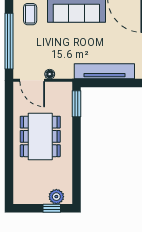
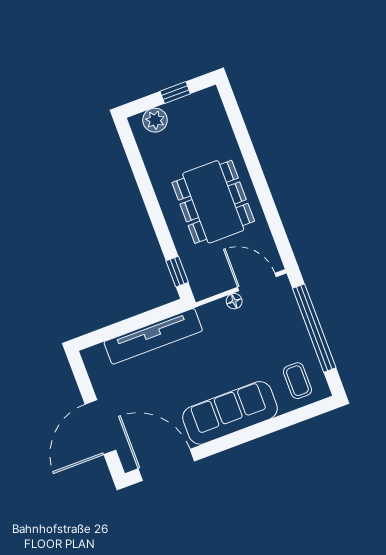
window: (76, 104) -> (177, 272), width x0.67
window: (52, 208) -> (175, 93), moved

